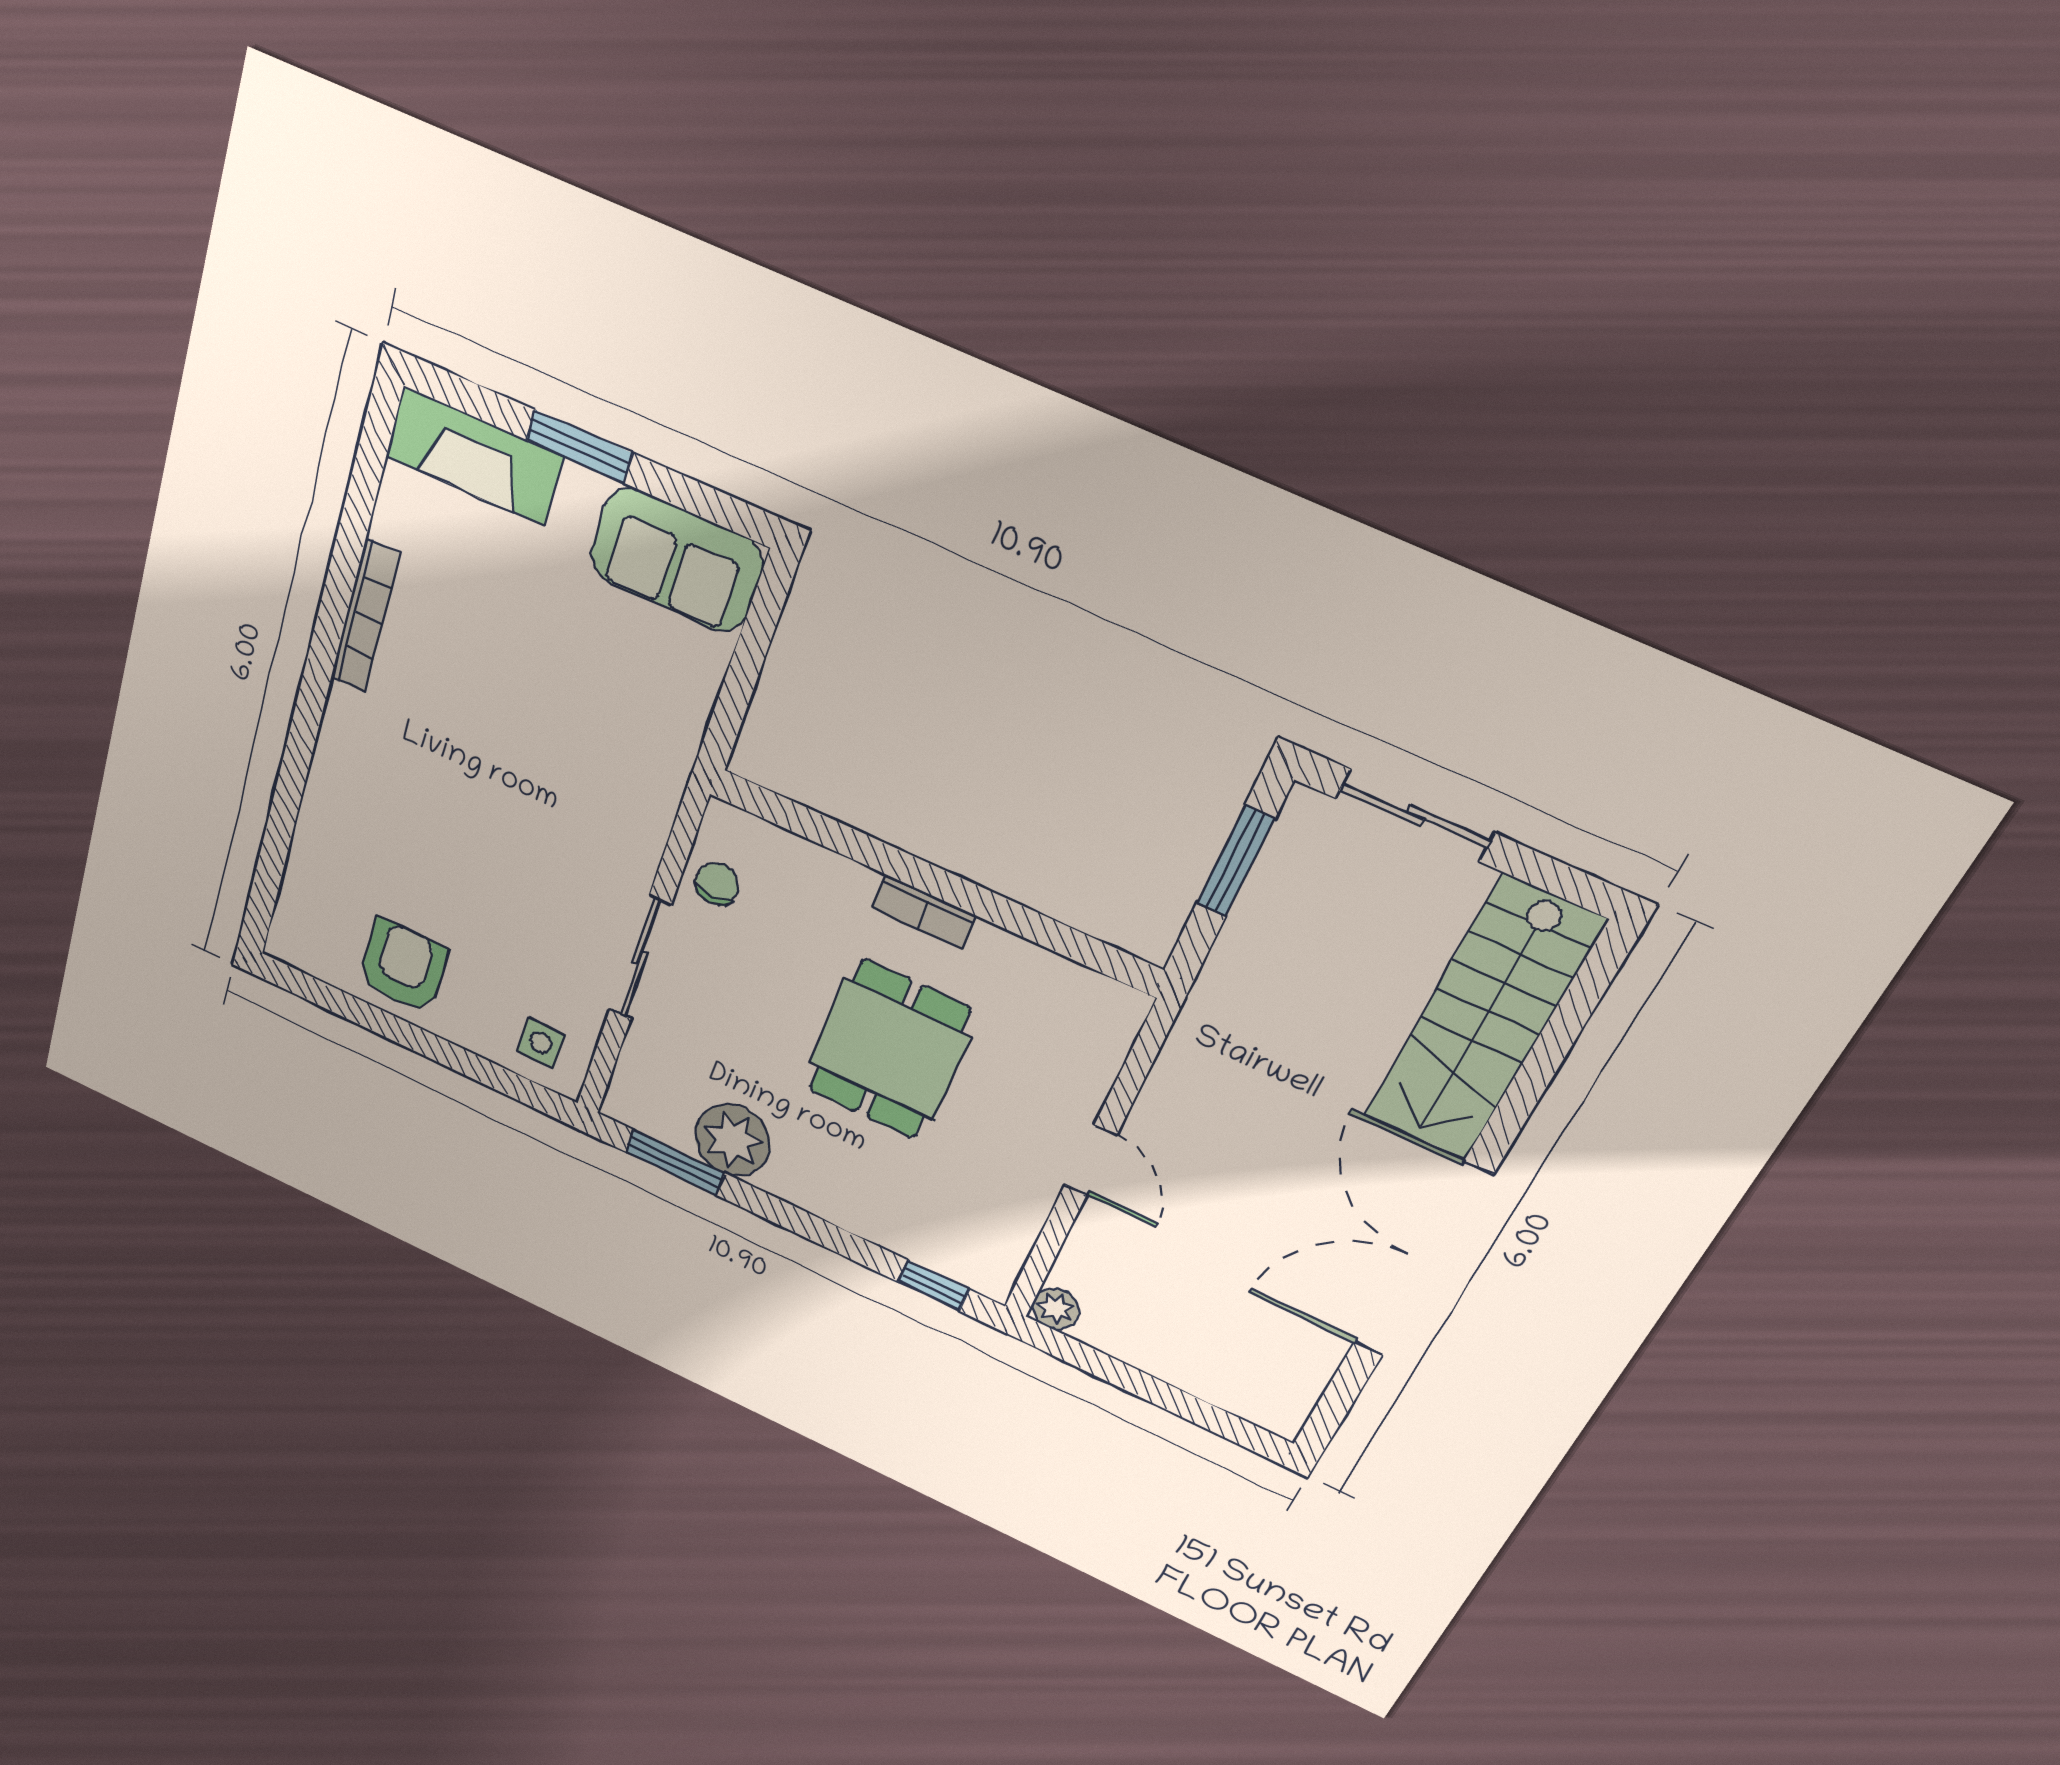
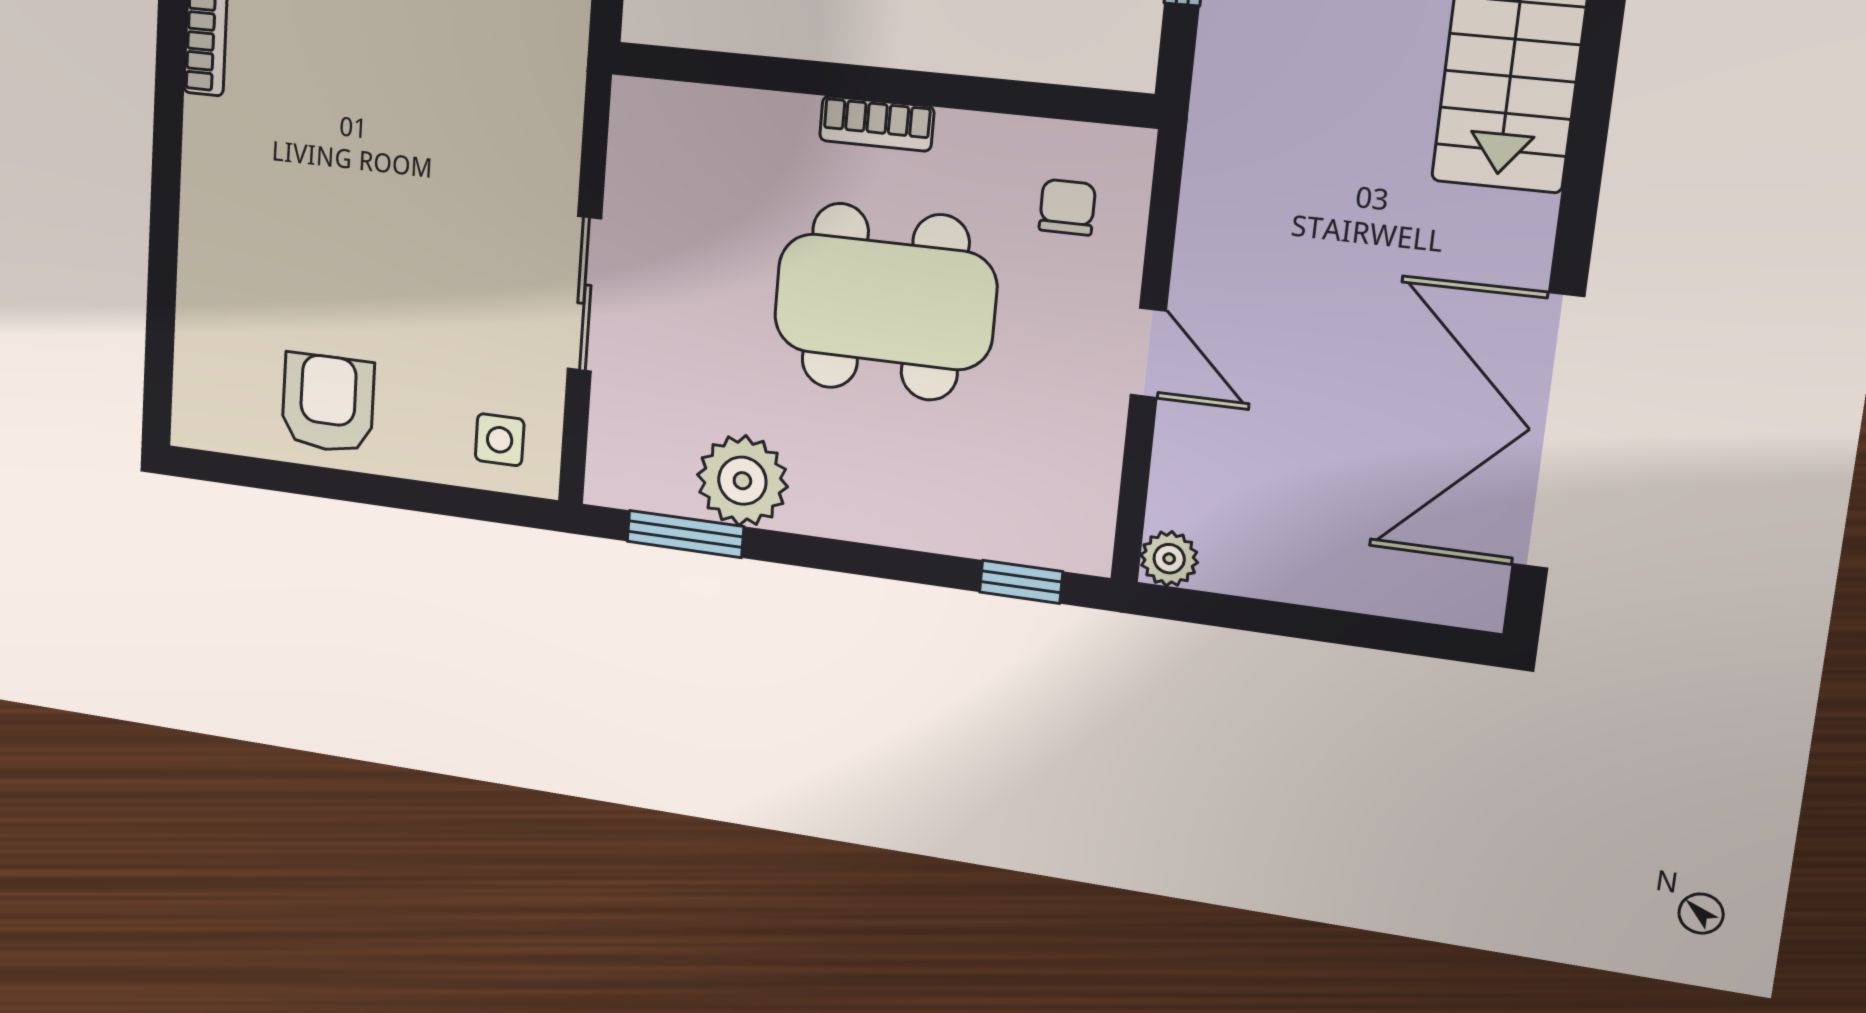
chair: (717, 884) -> (1067, 207), moved
dining table: (889, 1050) -> (885, 302), width x1.38
double door: (1422, 1261) -> (1548, 432), moved

